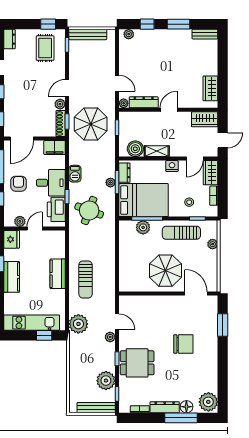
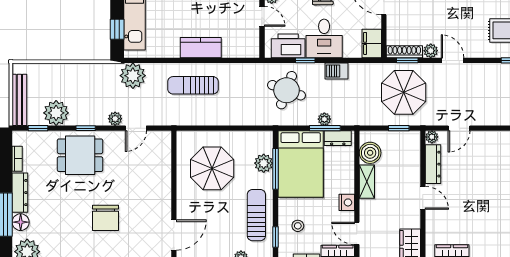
parasol: (166, 271) -> (212, 168), moved
dining table: (137, 363) -> (80, 155), turned 90

